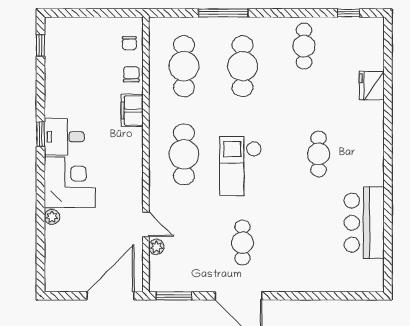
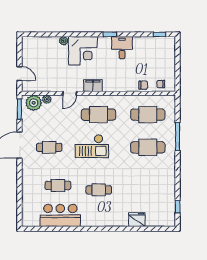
cafe table: (304, 46) -> (58, 185), moved
filing cabinet: (132, 111) -> (93, 86), moved
desk: (64, 137) -> (122, 48), moved
checkout: (241, 166) -> (92, 146), turned 180
door: (146, 224) -> (70, 93), moved
plant: (163, 270) -> (34, 103), added
door: (111, 296) -> (19, 74), width x0.53

